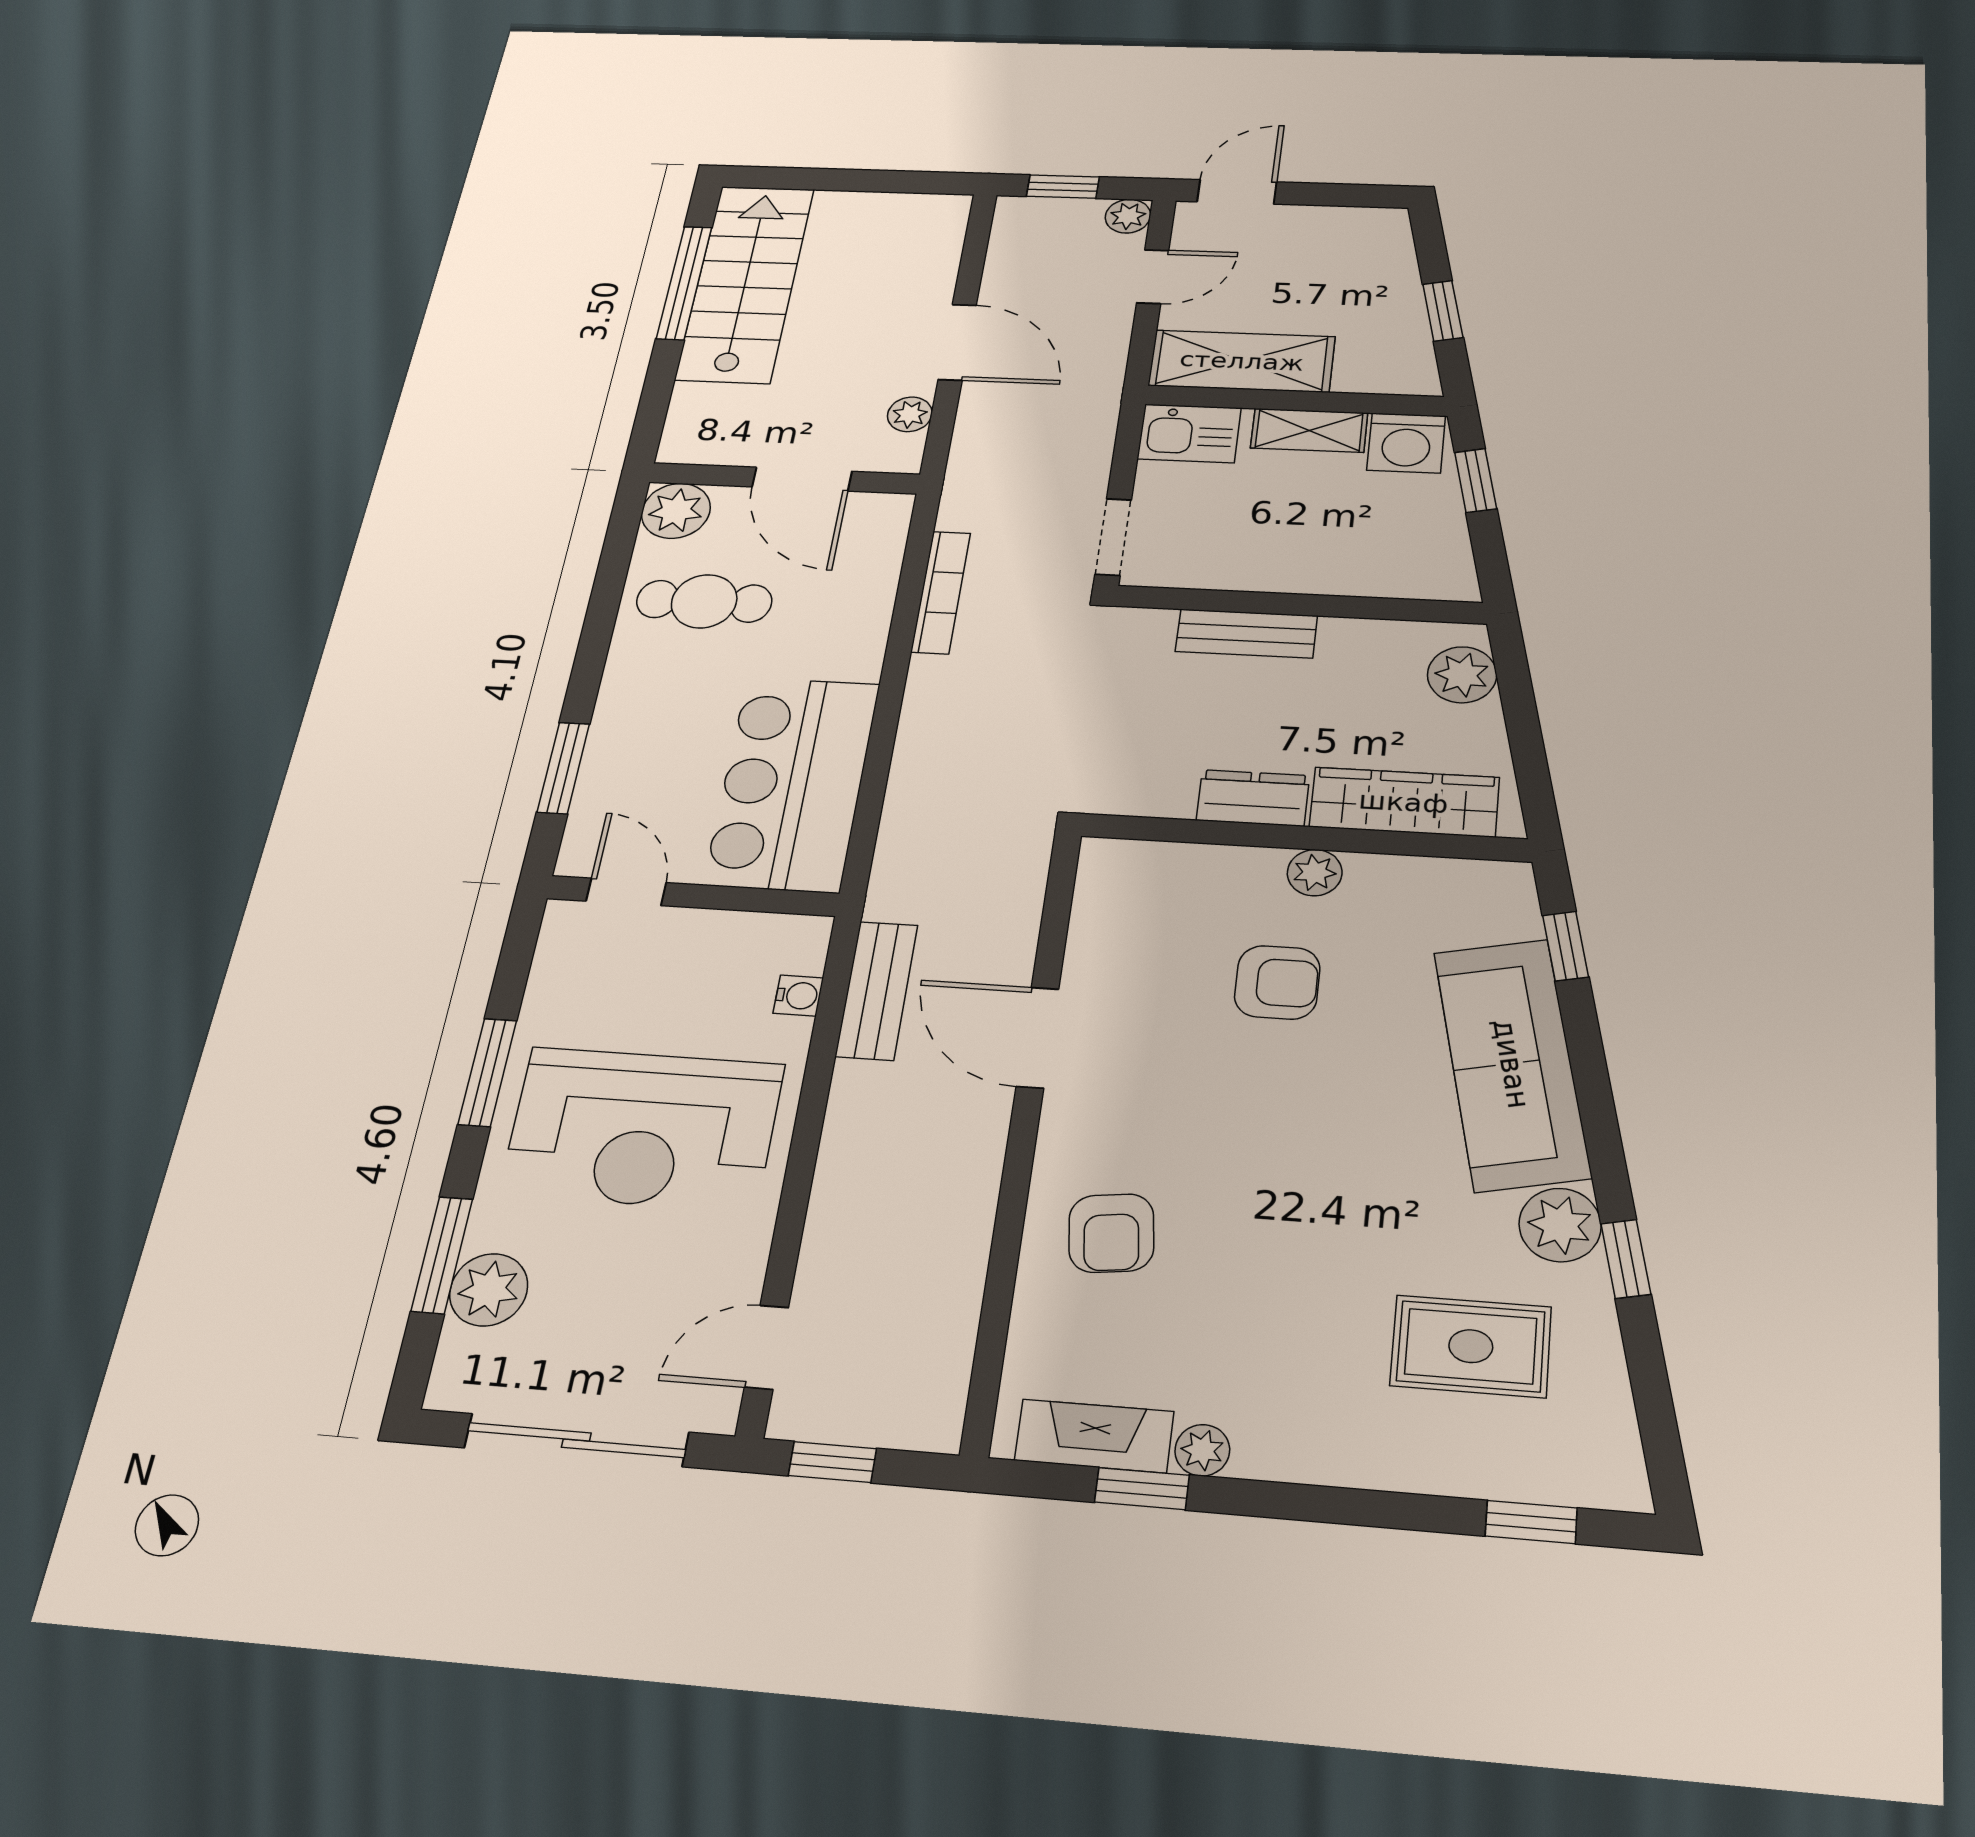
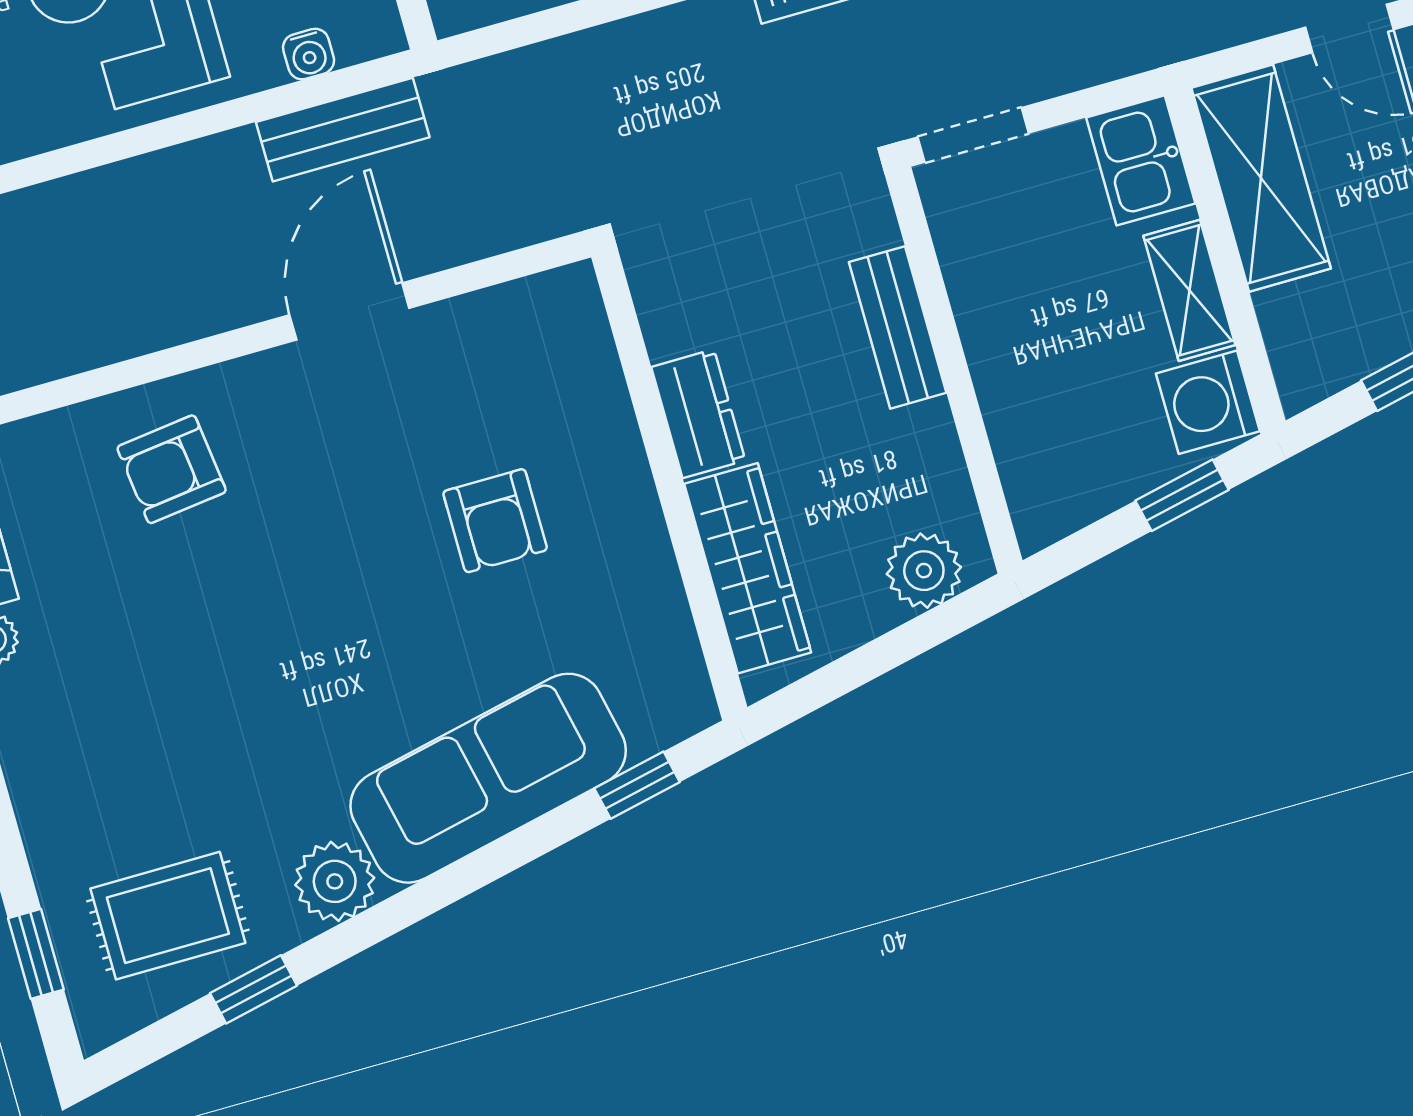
plant: (1315, 873) -> (633, 510), removed
window: (1626, 1259) -> (253, 989), moved
rug: (1471, 1346) -> (168, 916), moved, turned 90

